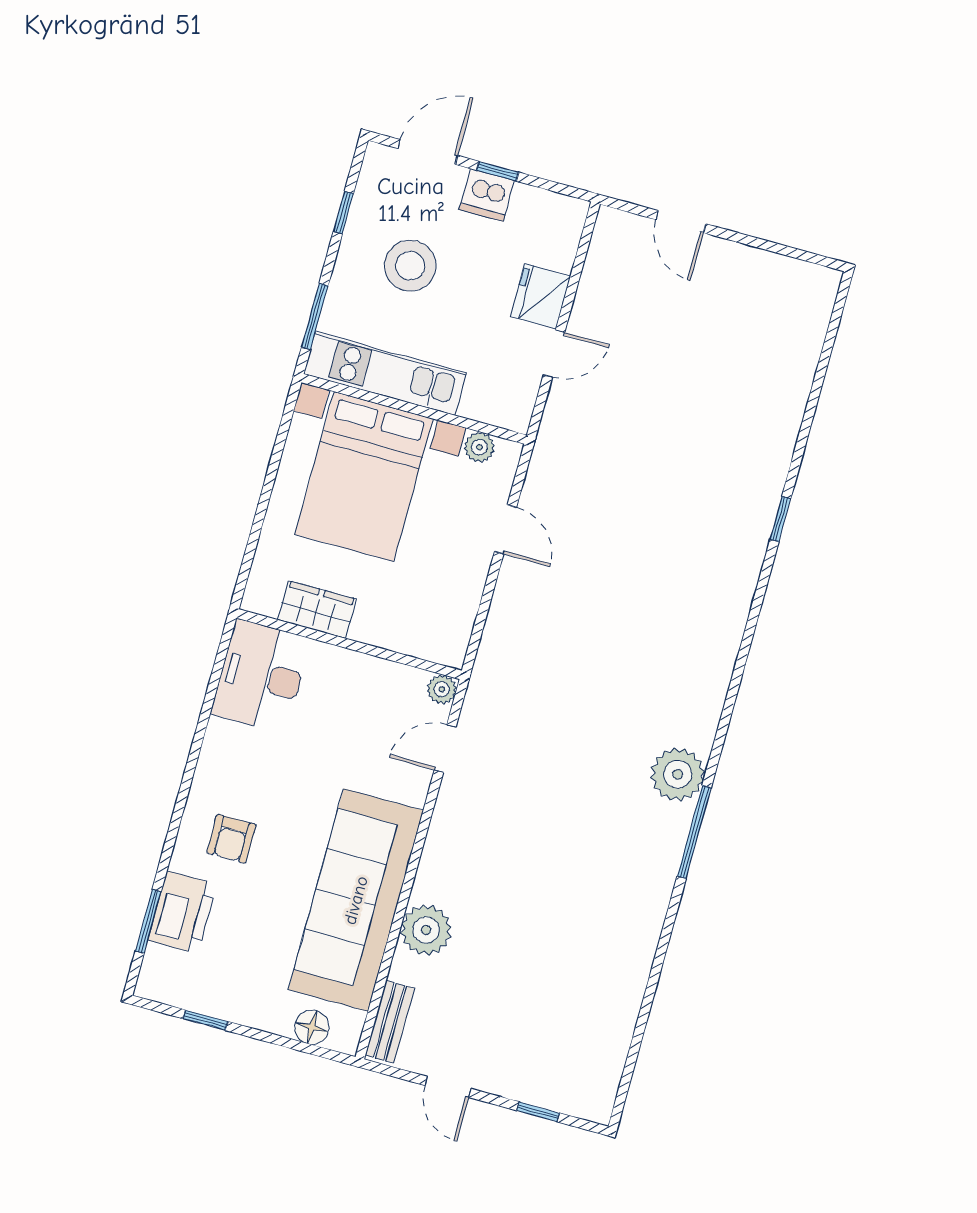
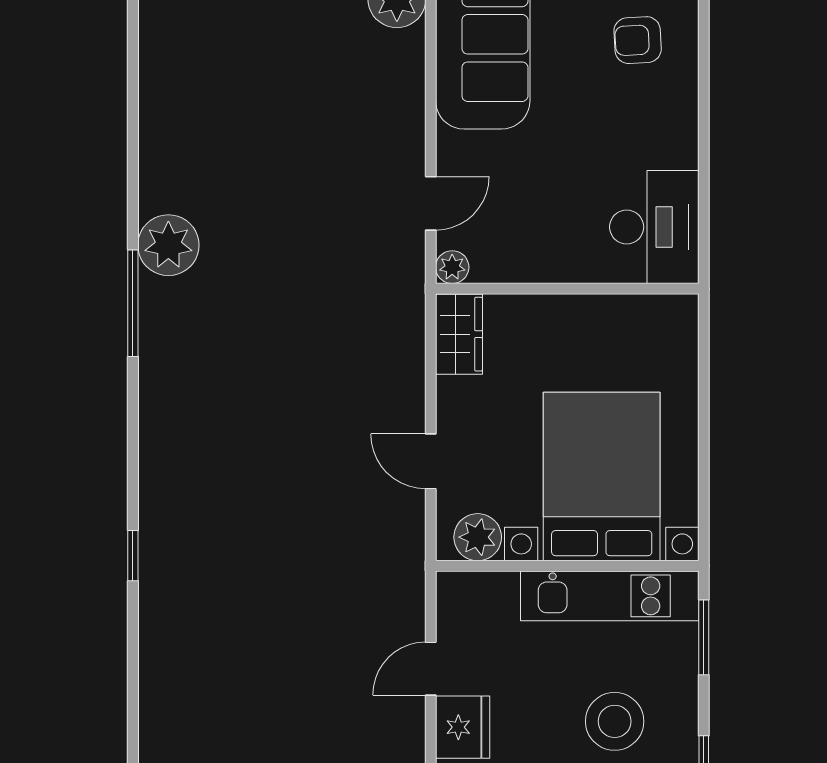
plant: (479, 447) -> (478, 537), width x1.38, depth x1.38
wardrobe: (317, 609) -> (459, 334), moved, turned -90
window: (694, 832) -> (133, 303), moved
armchair: (231, 839) -> (638, 40), turned -93

